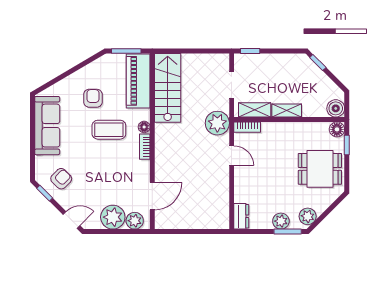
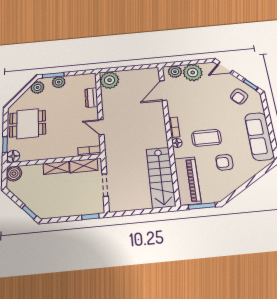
armchair: (93, 98) -> (224, 162), turned 90
plant: (217, 123) -> (109, 80), moved
dresser: (241, 216) -> (91, 98), moved

